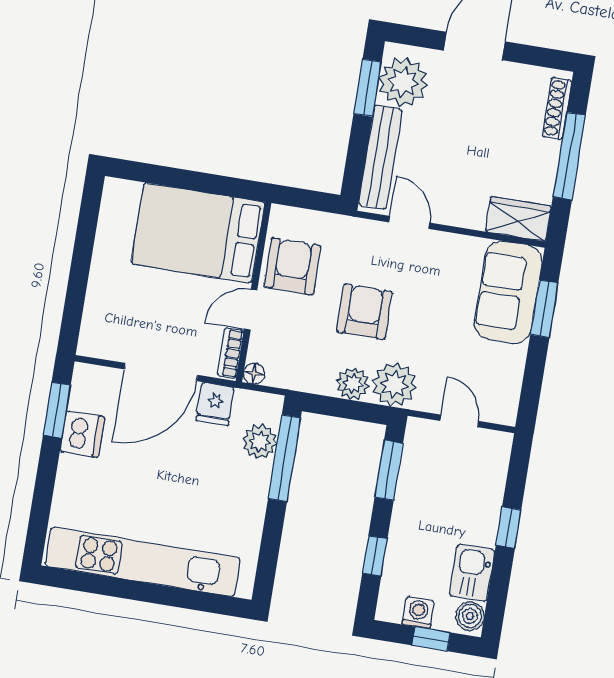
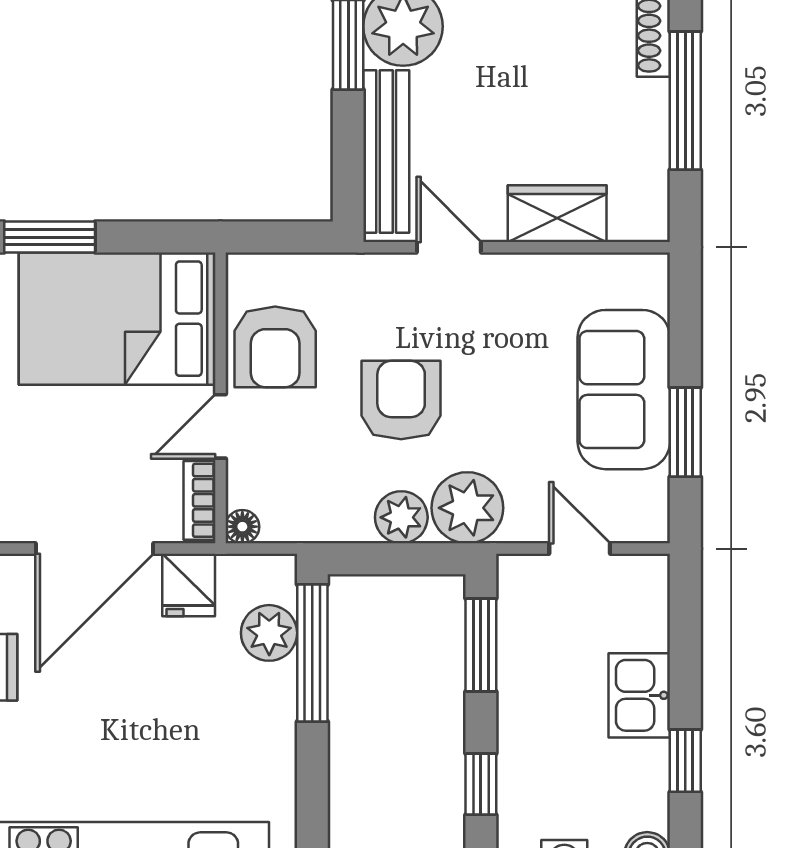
window: (165, 176) -> (50, 237), added
wardrobe: (518, 219) -> (557, 214), moved
armchair: (292, 266) -> (275, 347), turned 180
sofa: (508, 292) -> (624, 390), moved
window: (544, 309) -> (685, 432), moved
window: (509, 527) -> (685, 761), moved
kitchen sink: (472, 573) -> (639, 695), moved

